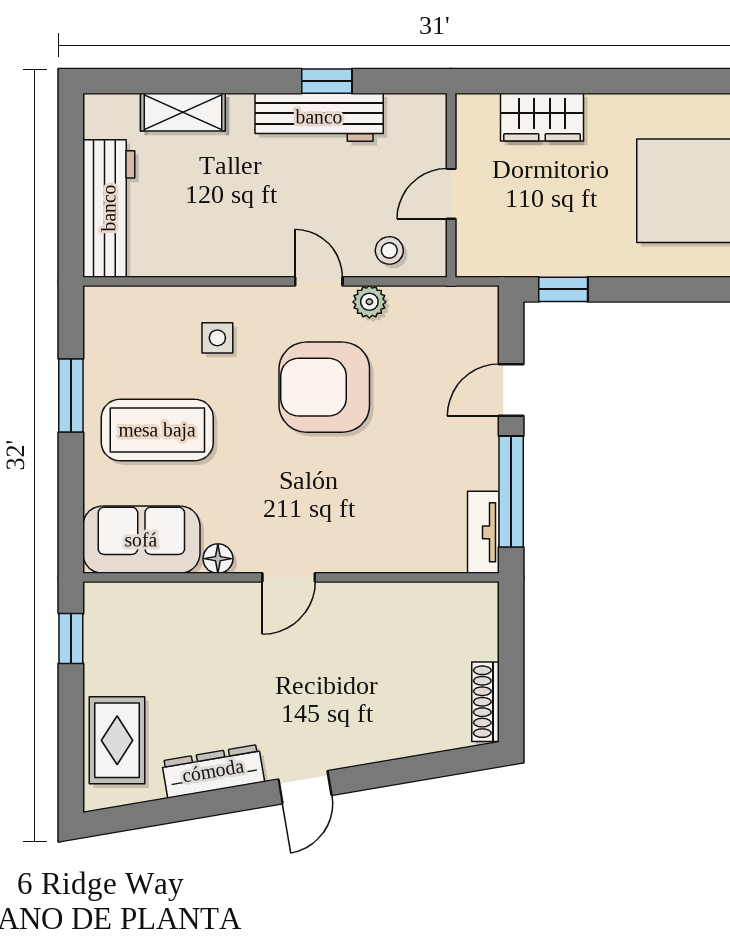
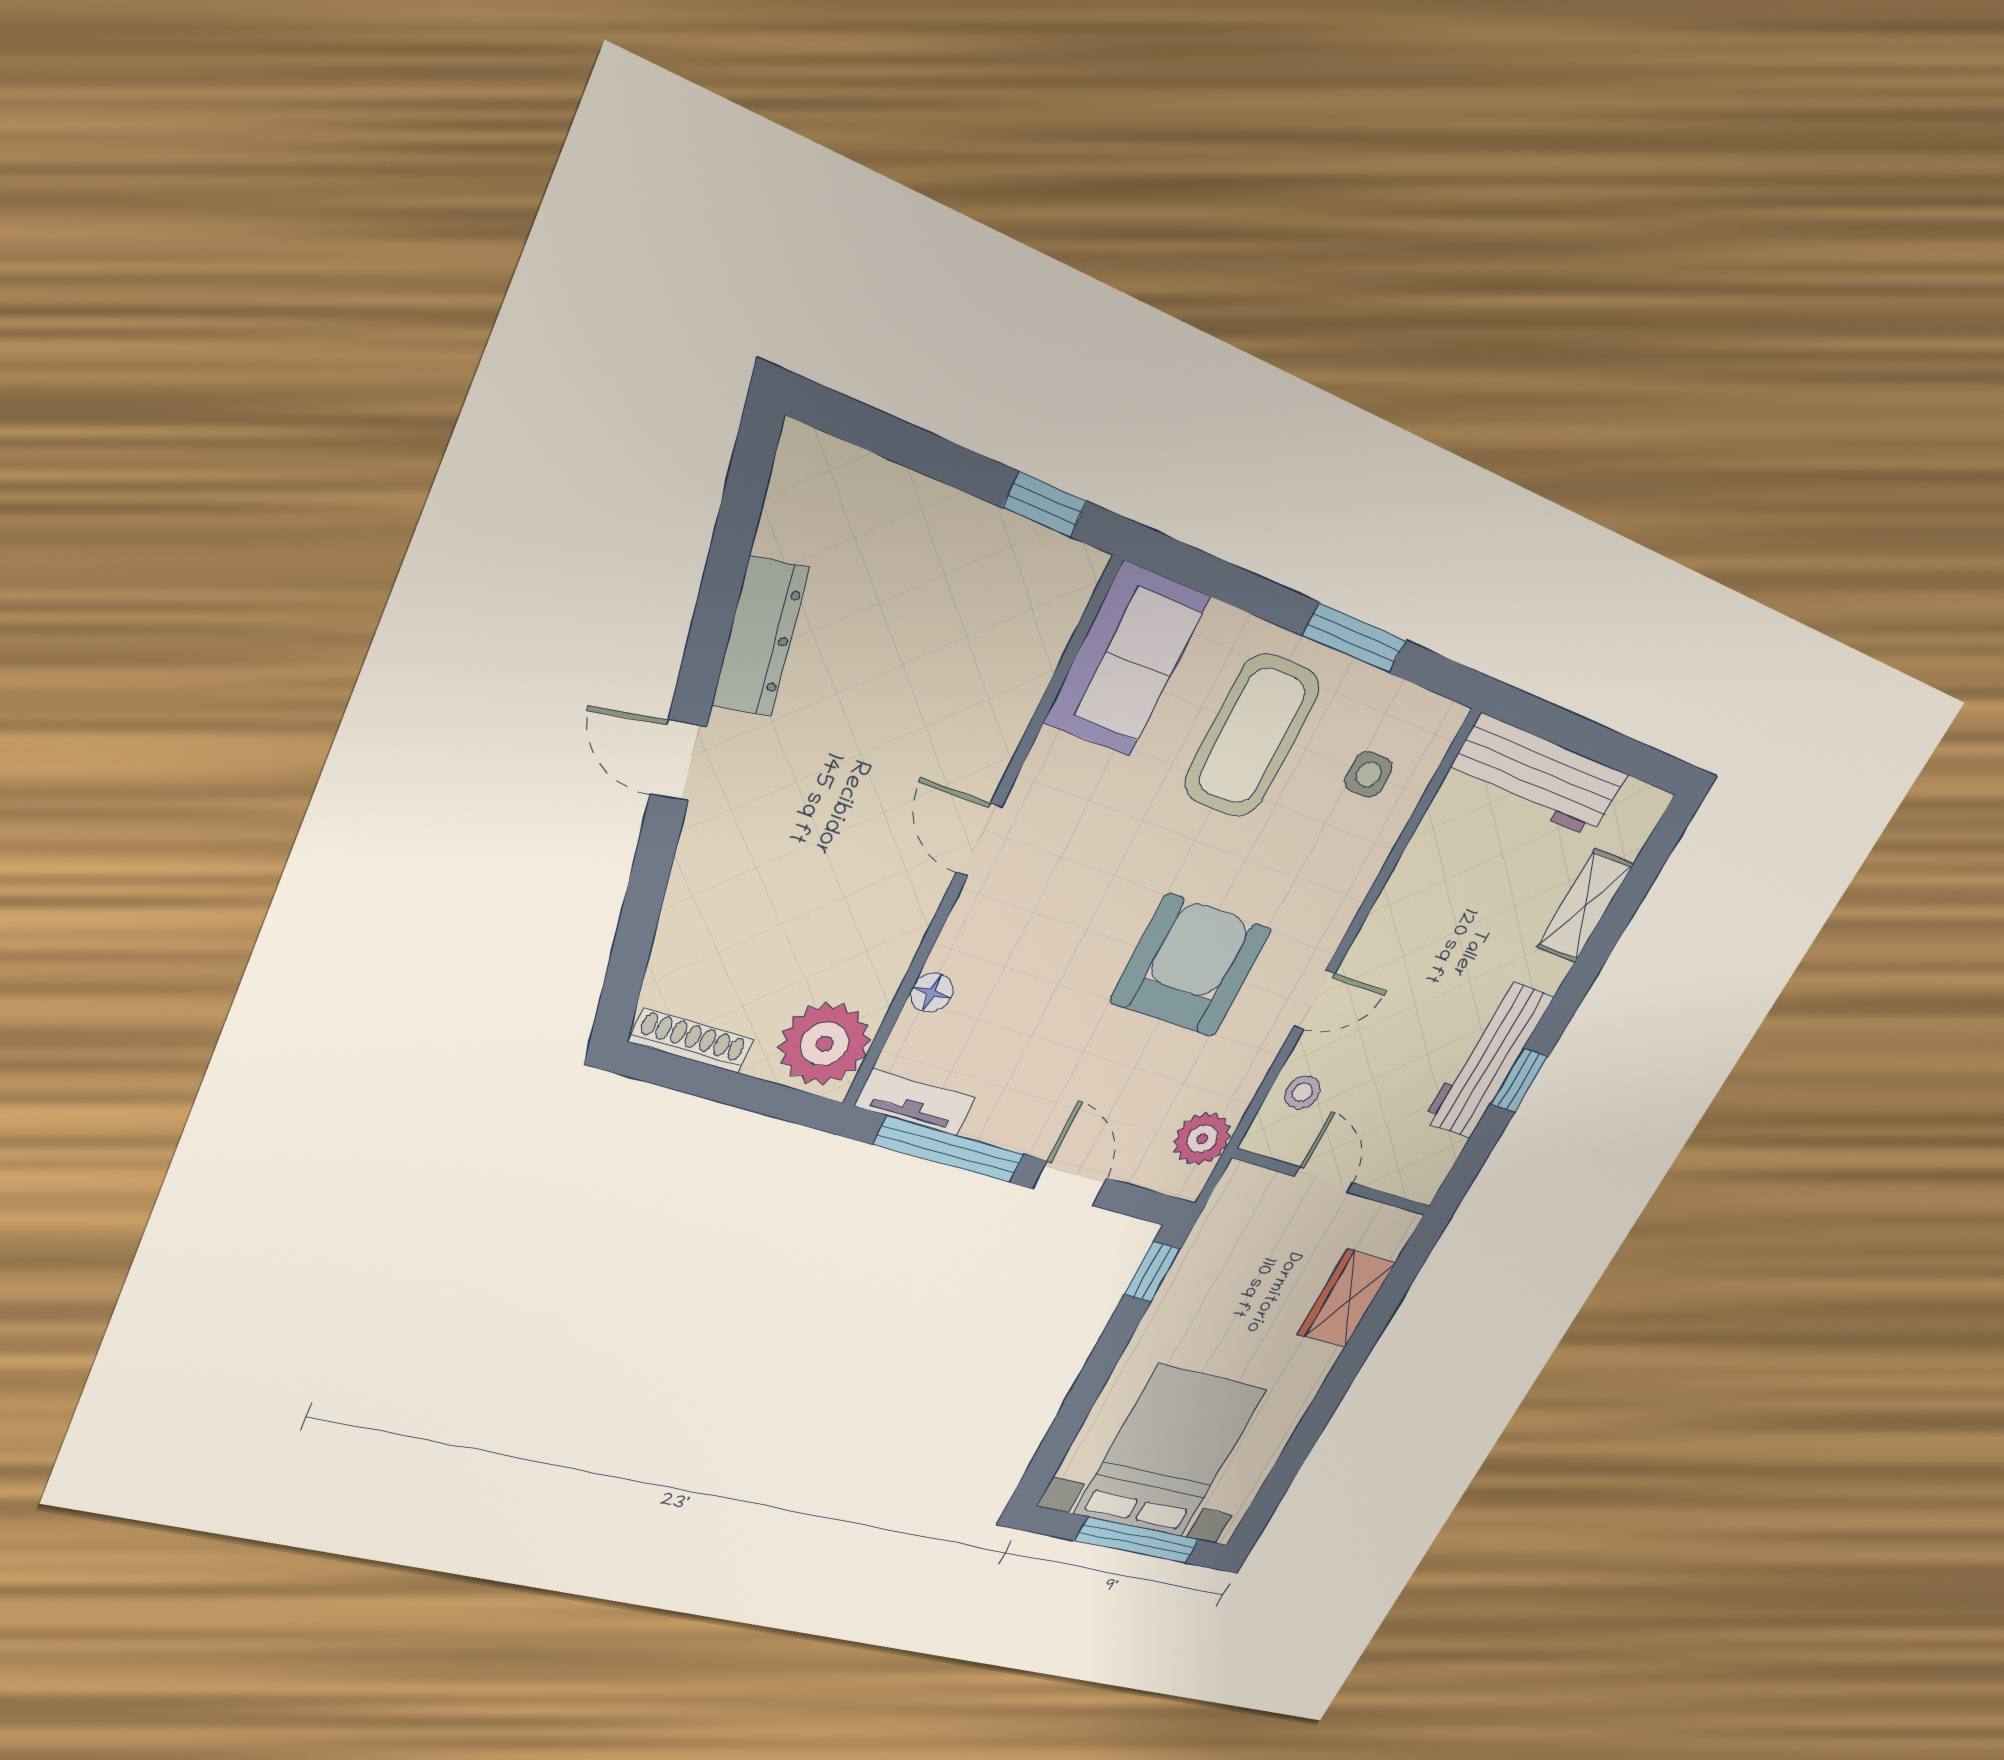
plant: (369, 302) -> (1202, 1139), moved, width x1.38, depth x1.38
side table: (217, 338) -> (1368, 774), moved
floor lamp: (218, 559) -> (932, 993), moved
plant: (460, 614) -> (825, 1044), added
rug: (117, 740) -> (869, 513), removed

